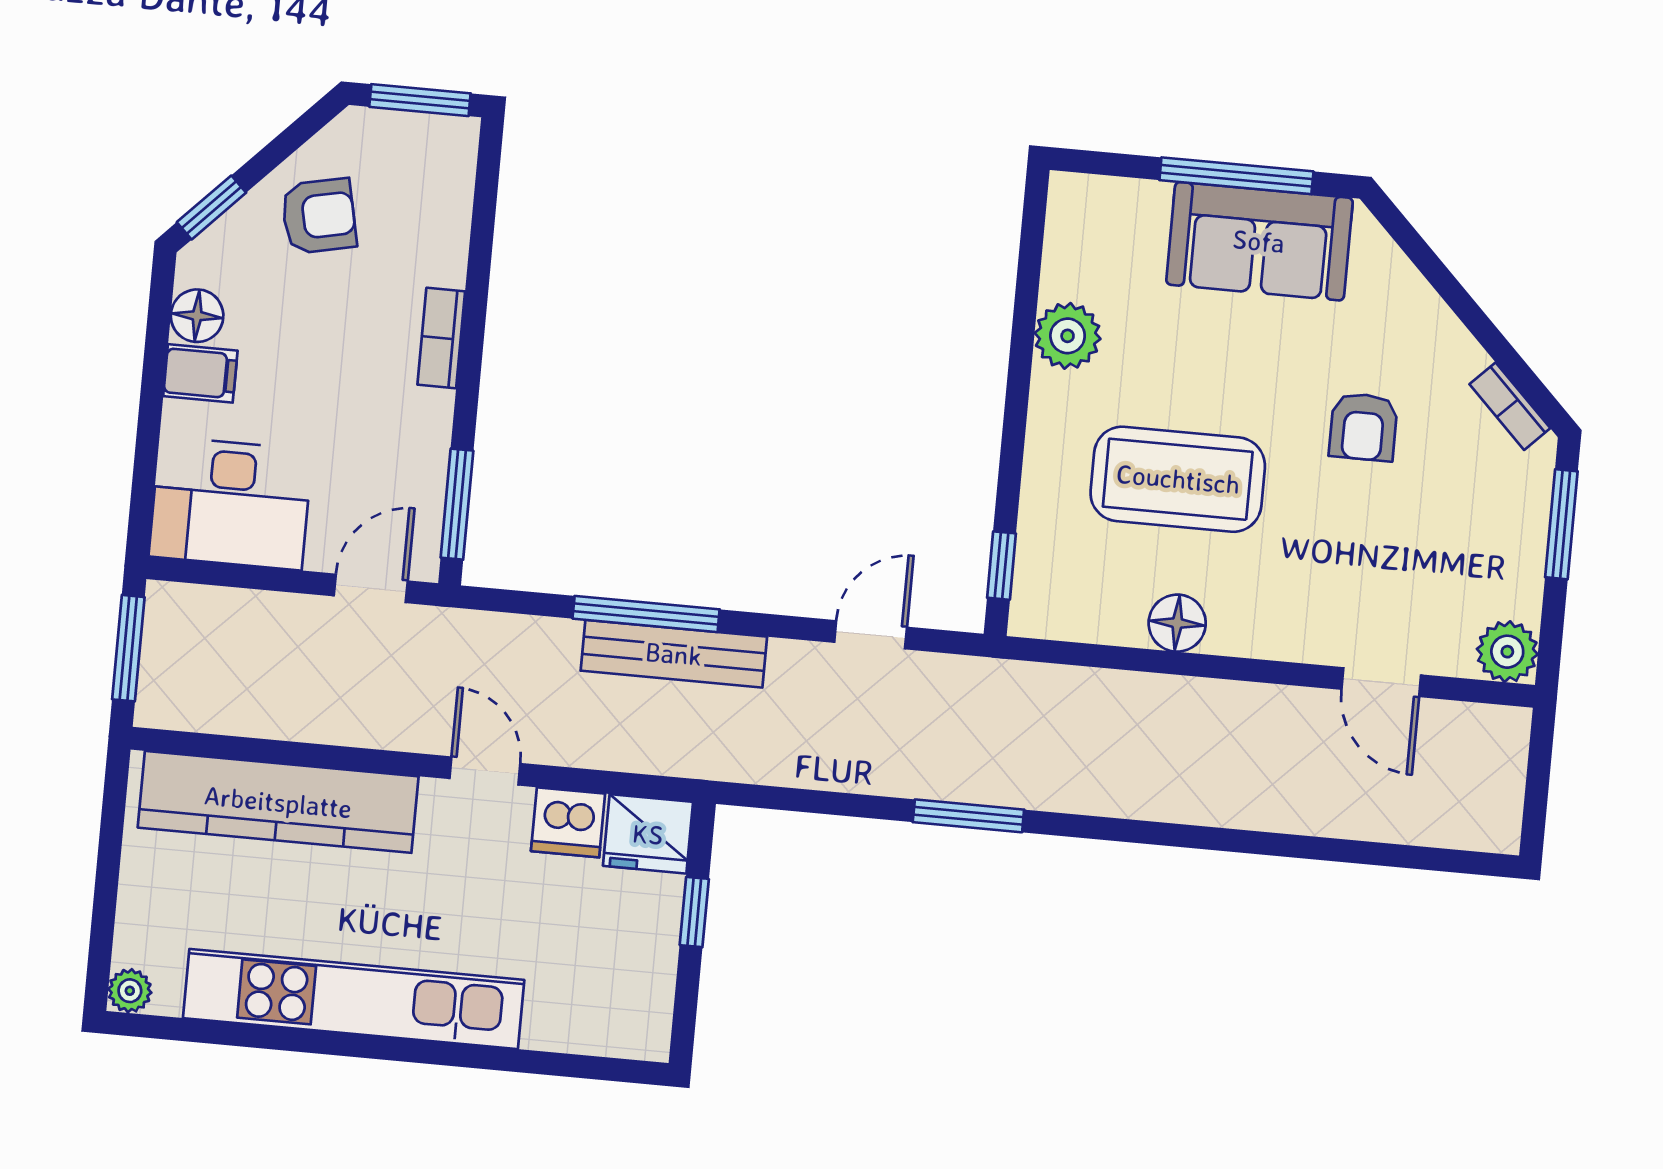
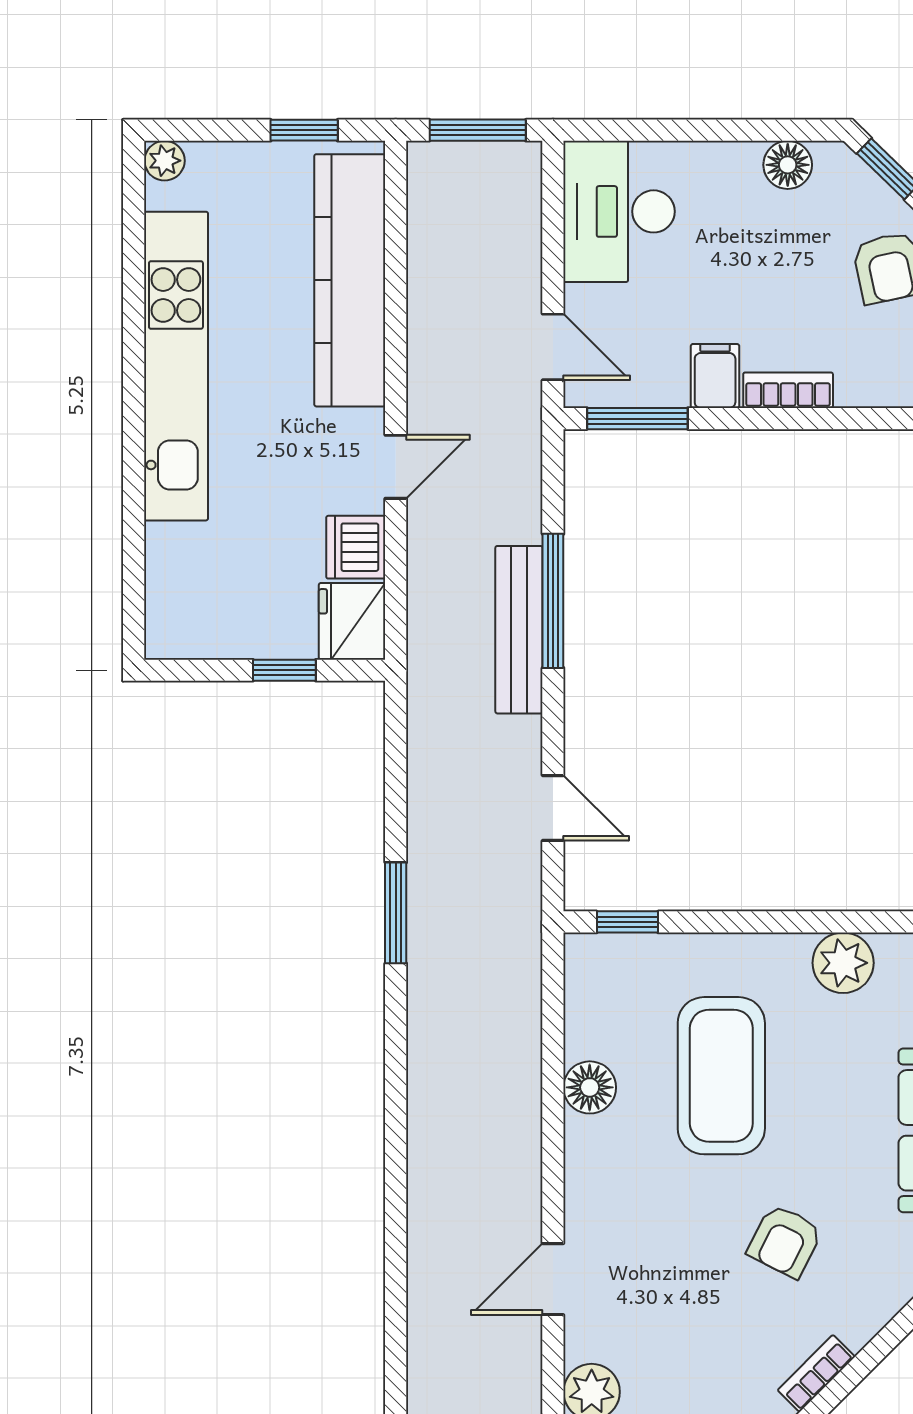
filing cabinet: (200, 373) -> (715, 376), moved, turned 180
armchair: (1363, 427) -> (785, 1241), turned -63
window: (111, 836) -> (304, 130), added

